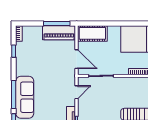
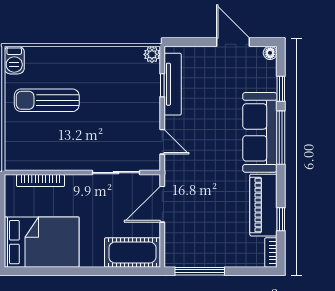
piano: (59, 33) -> (263, 205), moved, turned -90
door: (77, 59) -> (162, 204), hinge flipped
door: (77, 92) -> (162, 142), swing flipped

